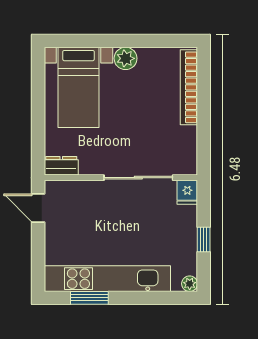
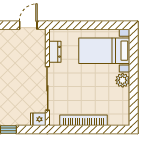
bookcase: (189, 87) -> (84, 120), moved
dresser: (61, 166) -> (55, 52), moved

